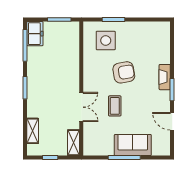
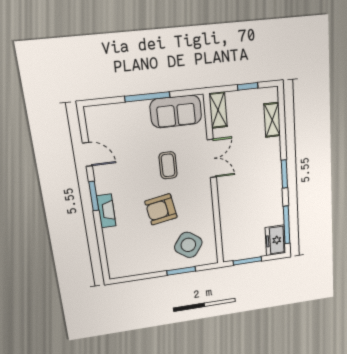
side table: (106, 40) -> (188, 245), turned 35
double door: (81, 107) -> (212, 158), swing flipped
sofa: (133, 145) -> (176, 111), moved

